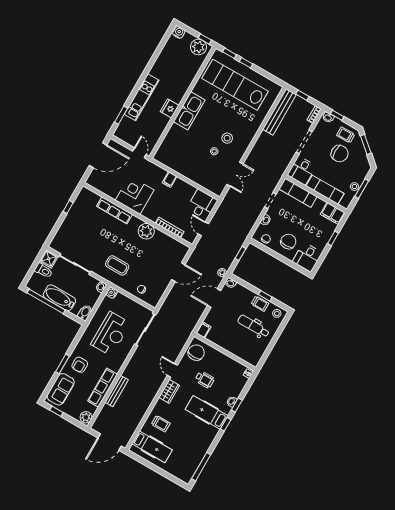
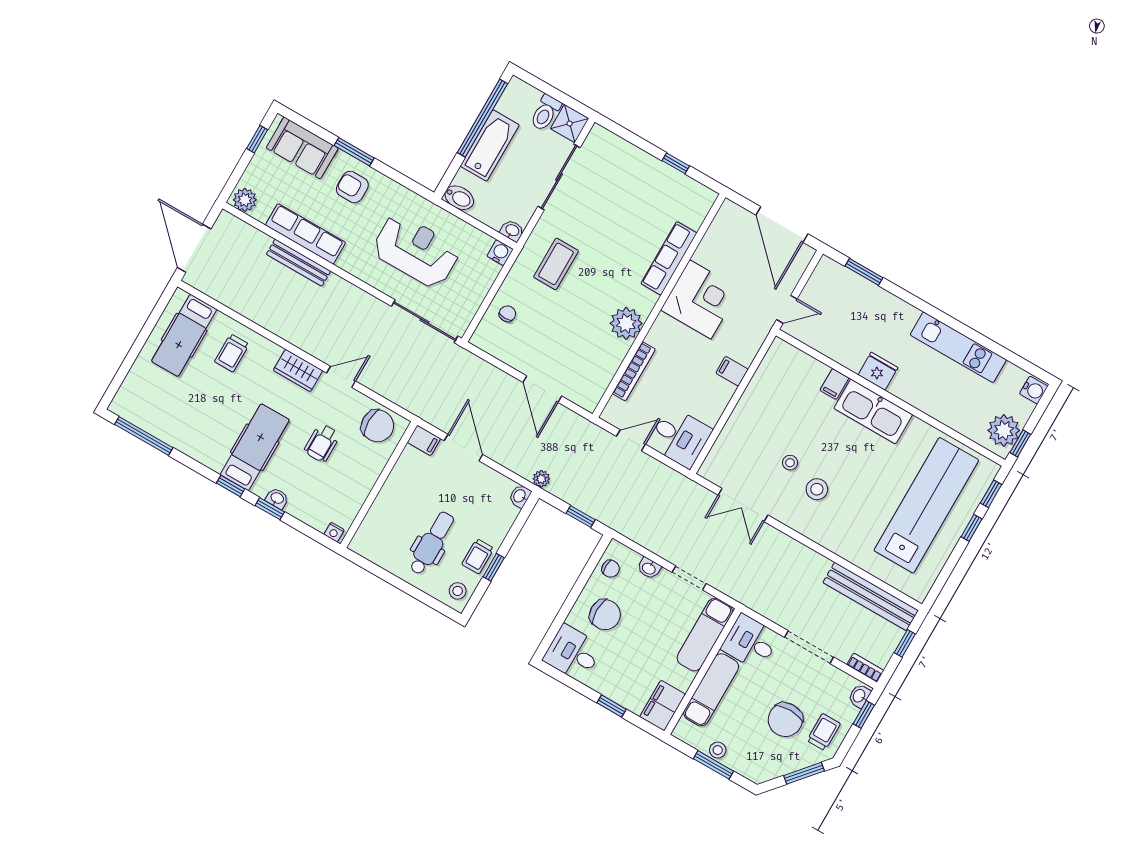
kitchen unit: (142, 97) -> (958, 347), moved
filing cabinet: (176, 130) -> (834, 384), added
door: (214, 298) -> (463, 448), moved
reception desk: (111, 334) -> (416, 251), turned 180

